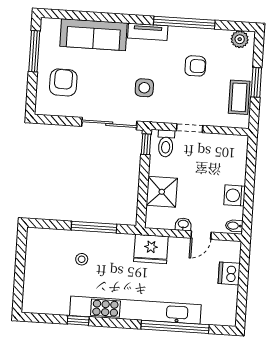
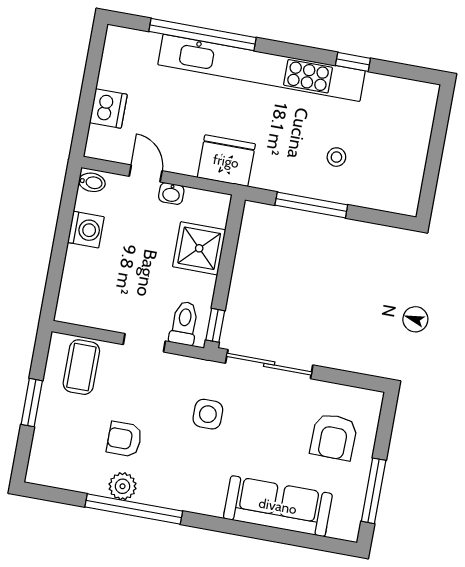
tv unit: (148, 32) -> (193, 501), removed
plant: (240, 39) -> (123, 486), moved
coffee table: (239, 97) -> (81, 367), moved
door: (201, 235) -> (146, 174), hinge flipped

